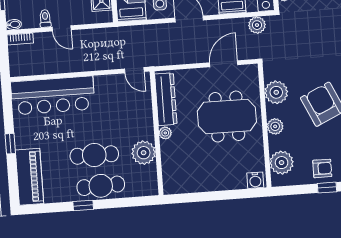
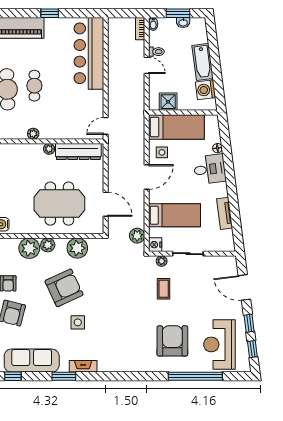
door: (62, 28) -> (147, 65), swing flipped
meeting table: (227, 117) -> (59, 204), turned 90
plant: (144, 153) -> (33, 134), width x0.53, depth x0.53
cafe table: (94, 155) -> (34, 86), width x0.73, depth x0.74
plant: (282, 163) -> (29, 248), moved

